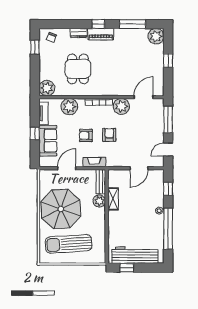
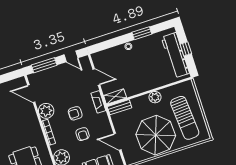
fireplace: (94, 162) -> (98, 102), moved
window: (168, 189) -> (106, 45), removed
shelving: (113, 199) -> (115, 97), moved
plant: (99, 201) -> (155, 97), moved
window: (168, 229) -> (142, 33), width x0.47
window: (127, 268) -> (186, 49), moved

